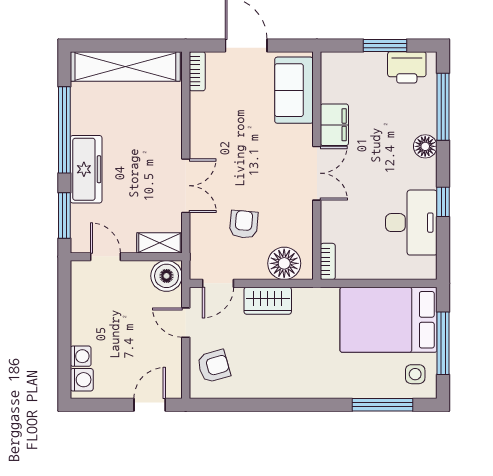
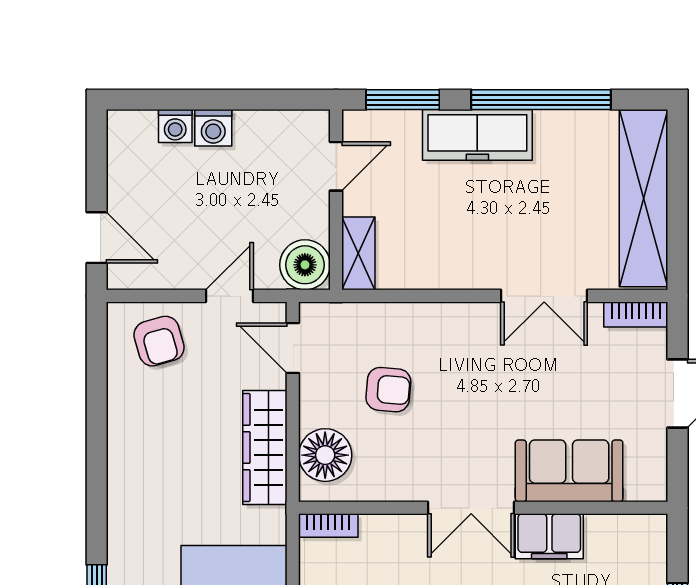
sofa: (294, 90) -> (569, 471), moved
double door: (186, 186) -> (544, 296), moved
wardrobe: (268, 301) -> (265, 447), width x1.50
washing machine: (82, 380) -> (213, 128), moved

